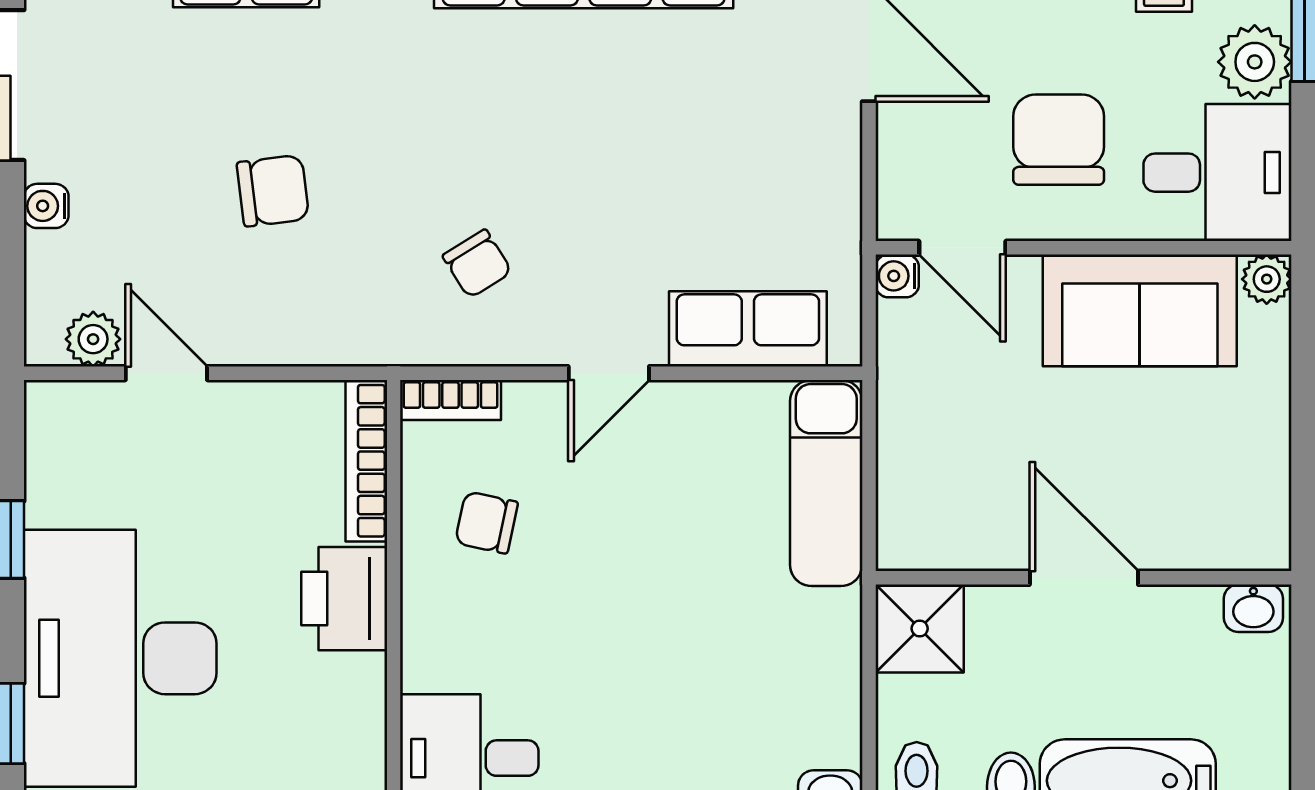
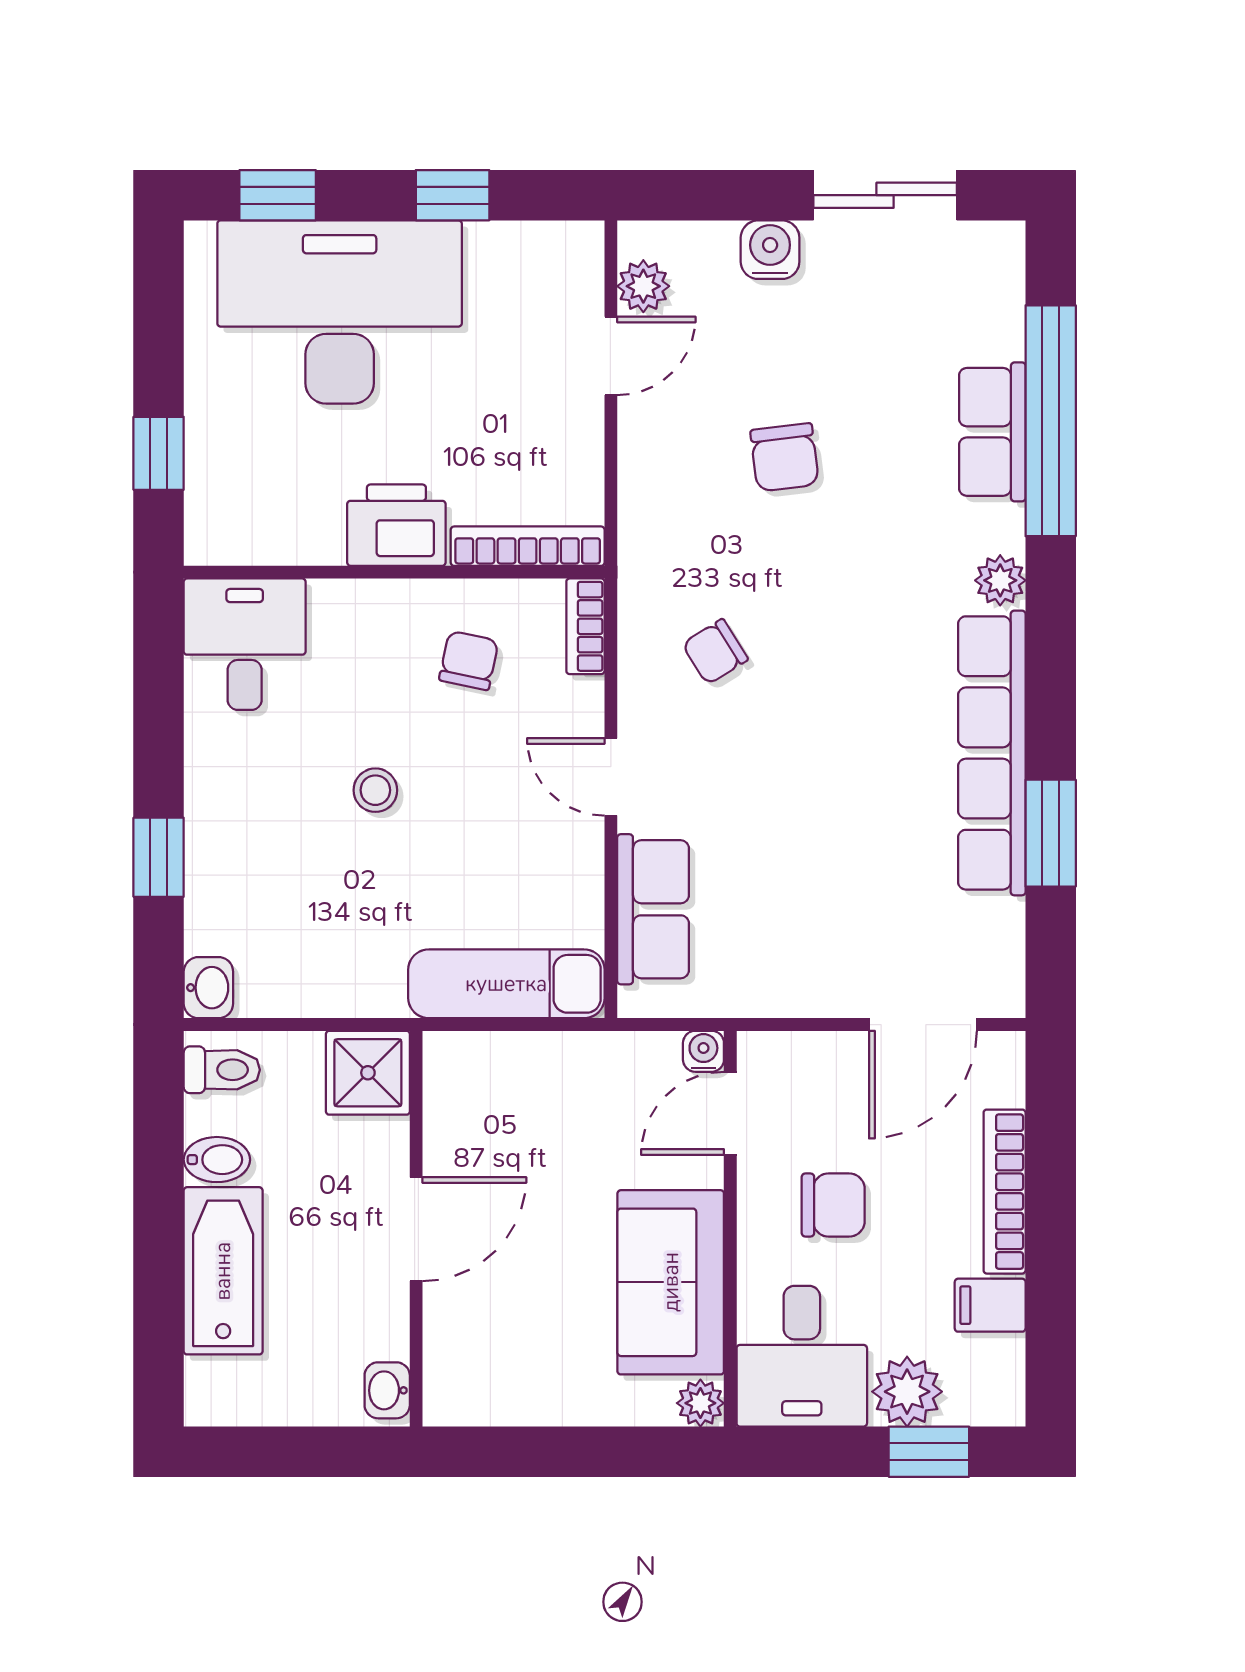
chair: (1059, 140) -> (833, 1205), width x0.73, depth x0.73
water cooler: (46, 206) -> (770, 250), width x1.38, depth x1.38
stool: (623, 621) -> (375, 790), added

